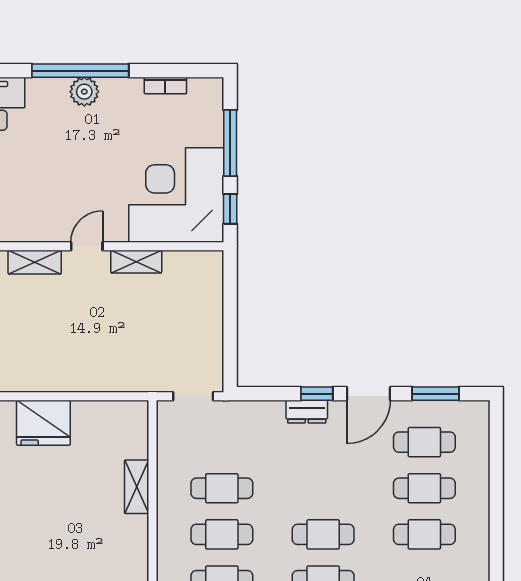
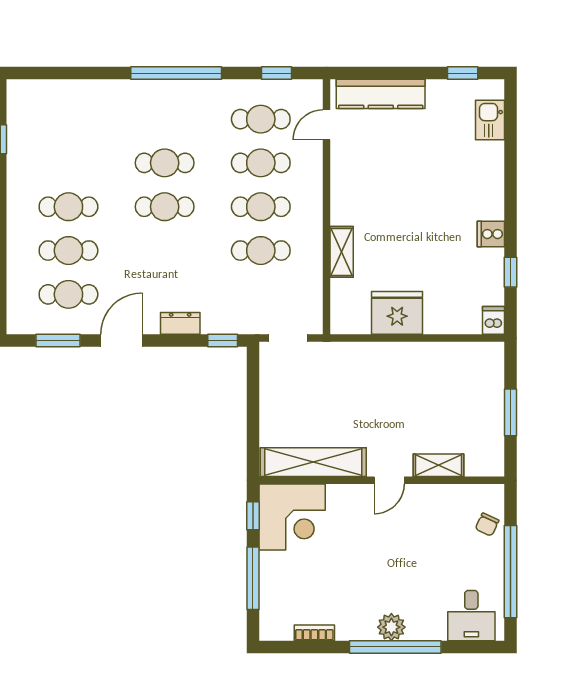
corner desk: (176, 195) -> (292, 517), width x0.74, depth x0.74
shelving: (136, 262) -> (313, 462), width x2.20, depth x1.33
window: (317, 394) -> (223, 340), moved
fridge: (43, 423) -> (397, 313), moved

